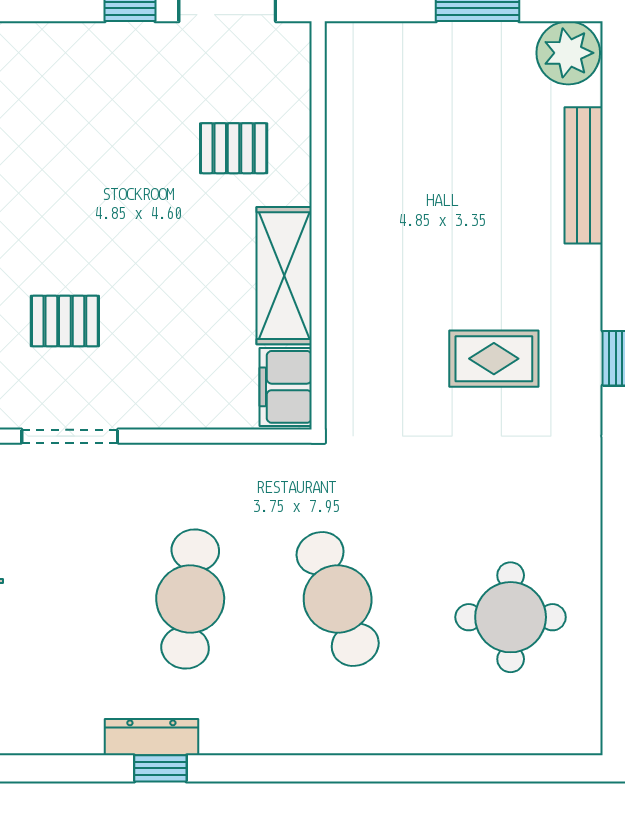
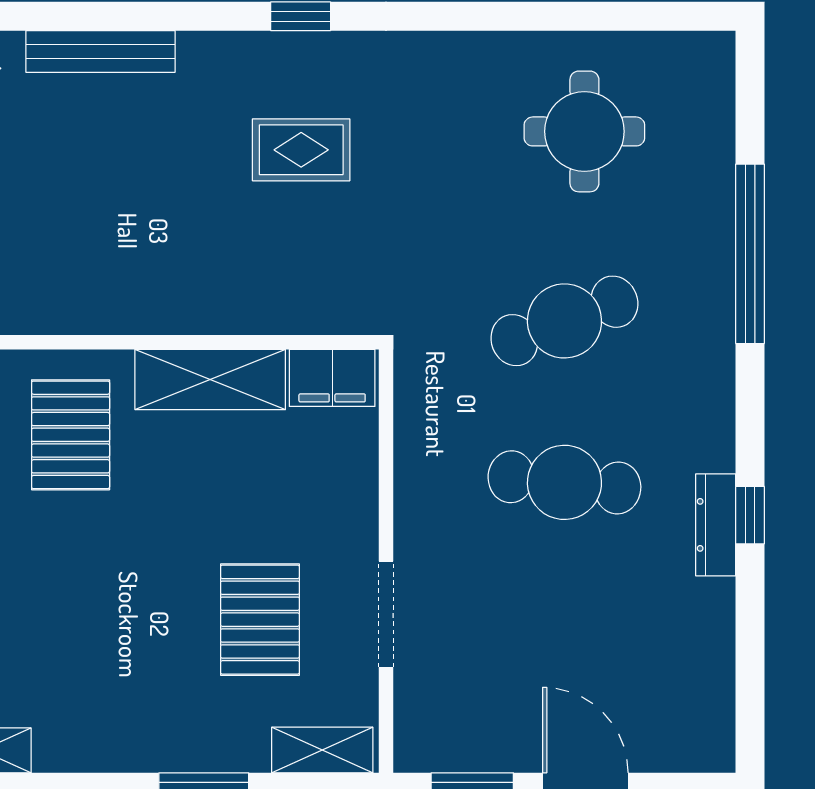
pallet: (234, 148) -> (71, 435), width x1.50, depth x1.42
pallet: (65, 321) -> (260, 620), width x1.50, depth x1.42
rug: (494, 359) -> (301, 150), turned 90
window: (399, 768) -> (750, 254), added

